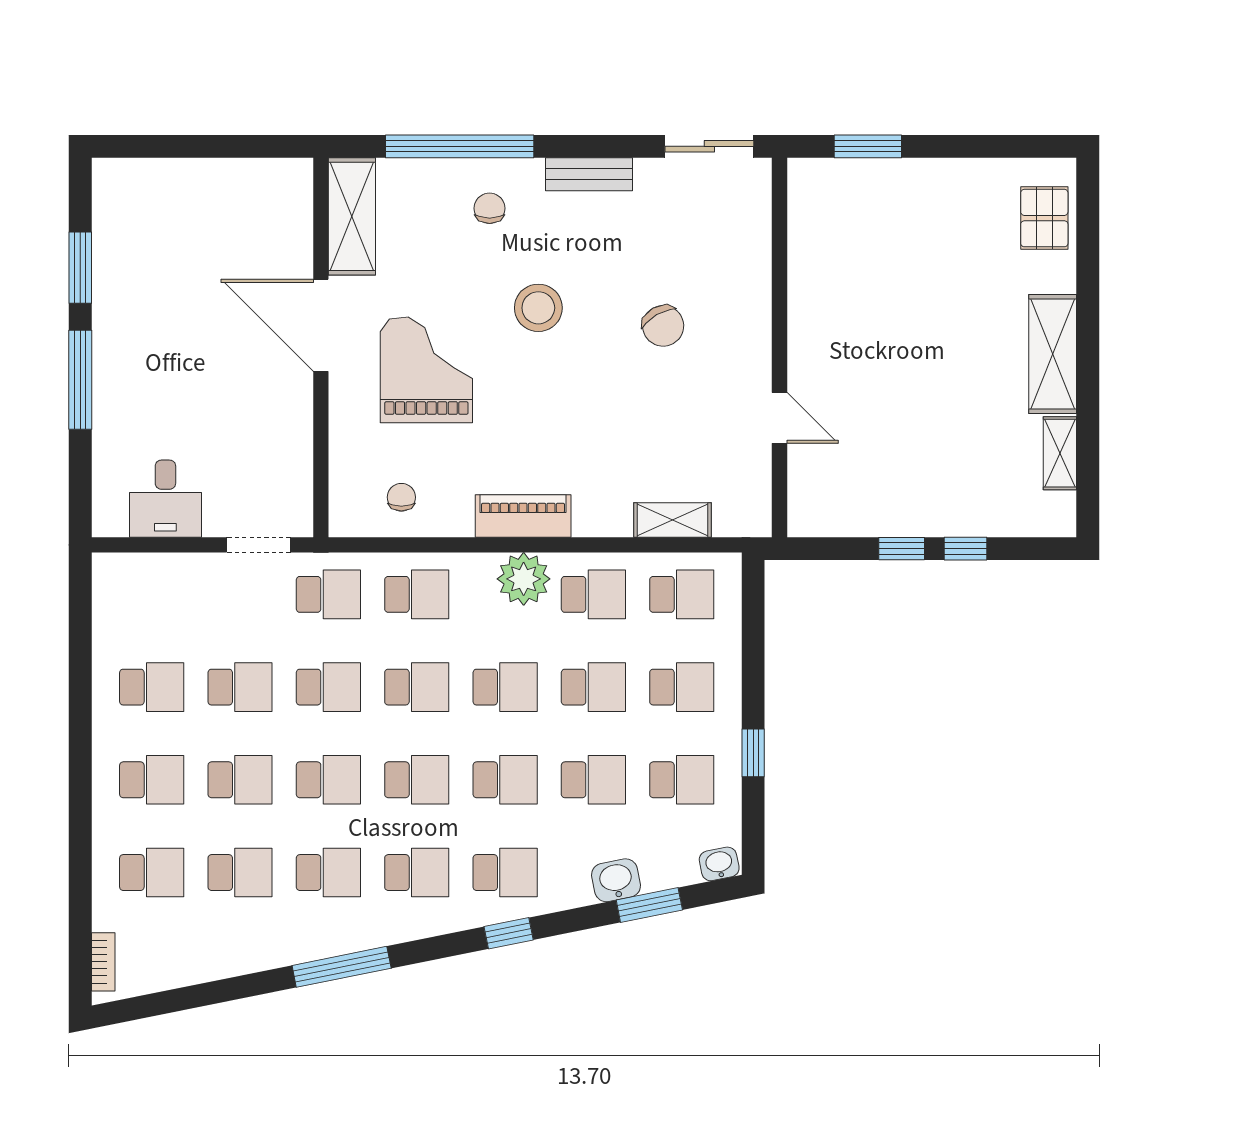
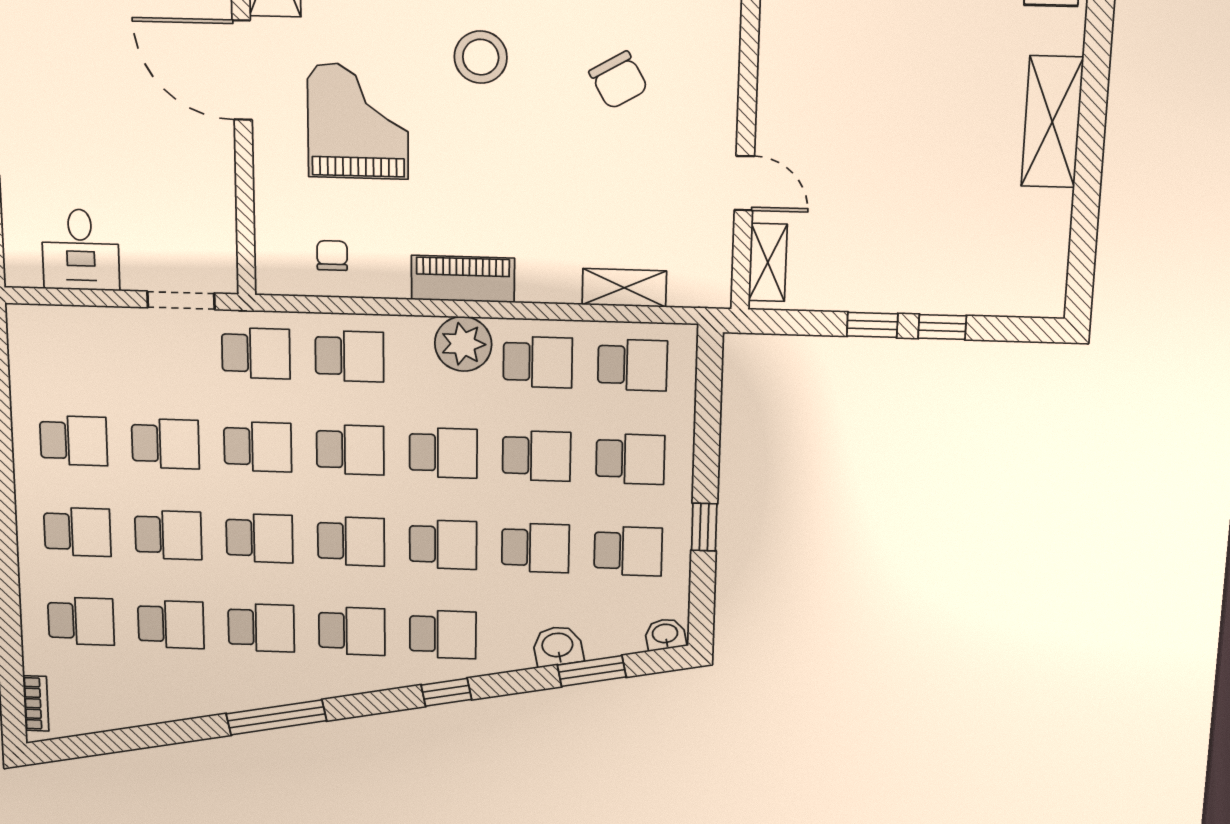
shelving: (1060, 453) -> (768, 262), moved

